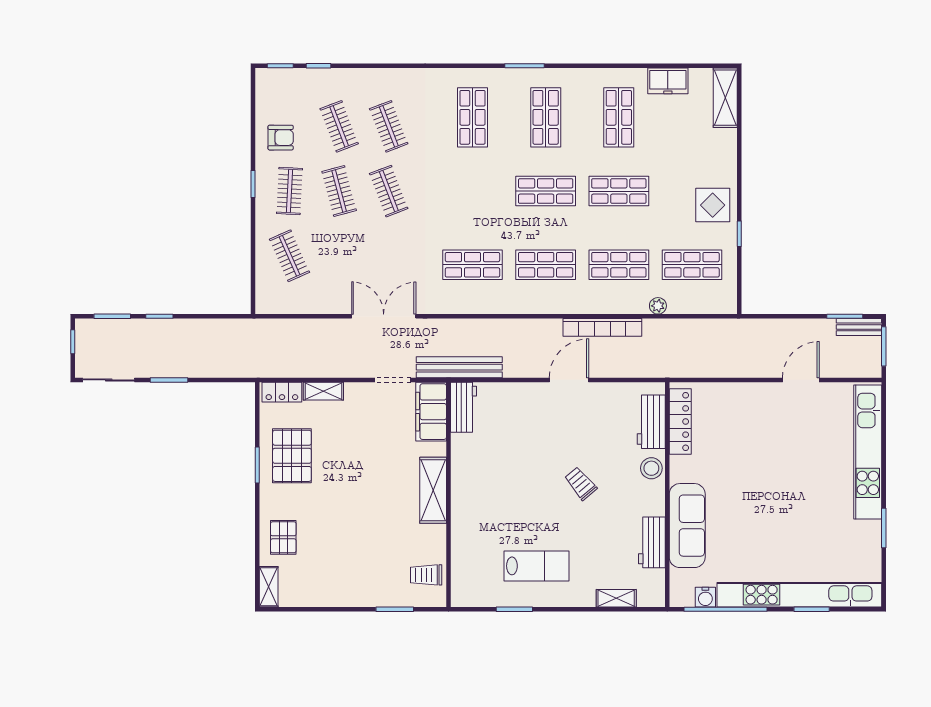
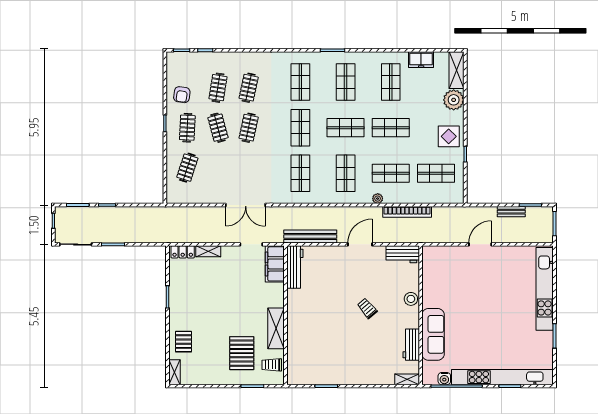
clothes rail: (339, 126) -> (218, 88), turned 30
clothes rail: (389, 126) -> (249, 88), turned 33
armchair: (281, 138) -> (182, 95), turned 98
plant: (721, 146) -> (454, 100), added
clothes rail: (389, 191) -> (249, 128), turned 33
shop shelf: (472, 191) -> (300, 128), added
clothes rail: (290, 256) -> (187, 168), turned 42
shop shelf: (472, 265) -> (300, 173), turned 90
shop shelf: (546, 265) -> (346, 173), turned 90
plant: (658, 306) -> (378, 199), moved
double door: (384, 316) -> (246, 205), swing flipped
bookcase: (602, 327) -> (407, 212), moved
bench: (859, 327) -> (511, 212), moved
bench: (459, 367) -> (310, 237), moved
door: (801, 380) -> (480, 244), moved
workbench: (464, 407) -> (295, 267), width x1.38
workbench: (651, 422) -> (403, 254), moved, turned -90
locker: (680, 422) -> (429, 270), removed
pallet: (292, 456) -> (242, 353), moved
shelving: (433, 490) -> (276, 328), moved
lab bench: (536, 566) -> (340, 359), removed
shelving: (616, 598) -> (407, 379), moved

